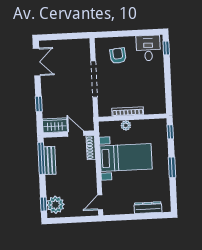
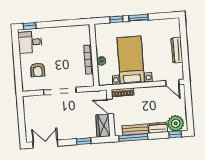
armchair: (118, 56) -> (38, 70), turned -84
window: (170, 132) -> (116, 19), moved
door: (76, 134) -> (110, 107), hinge flipped
dresser: (51, 185) -> (158, 128), added
dresser: (148, 208) -> (177, 50), moved

